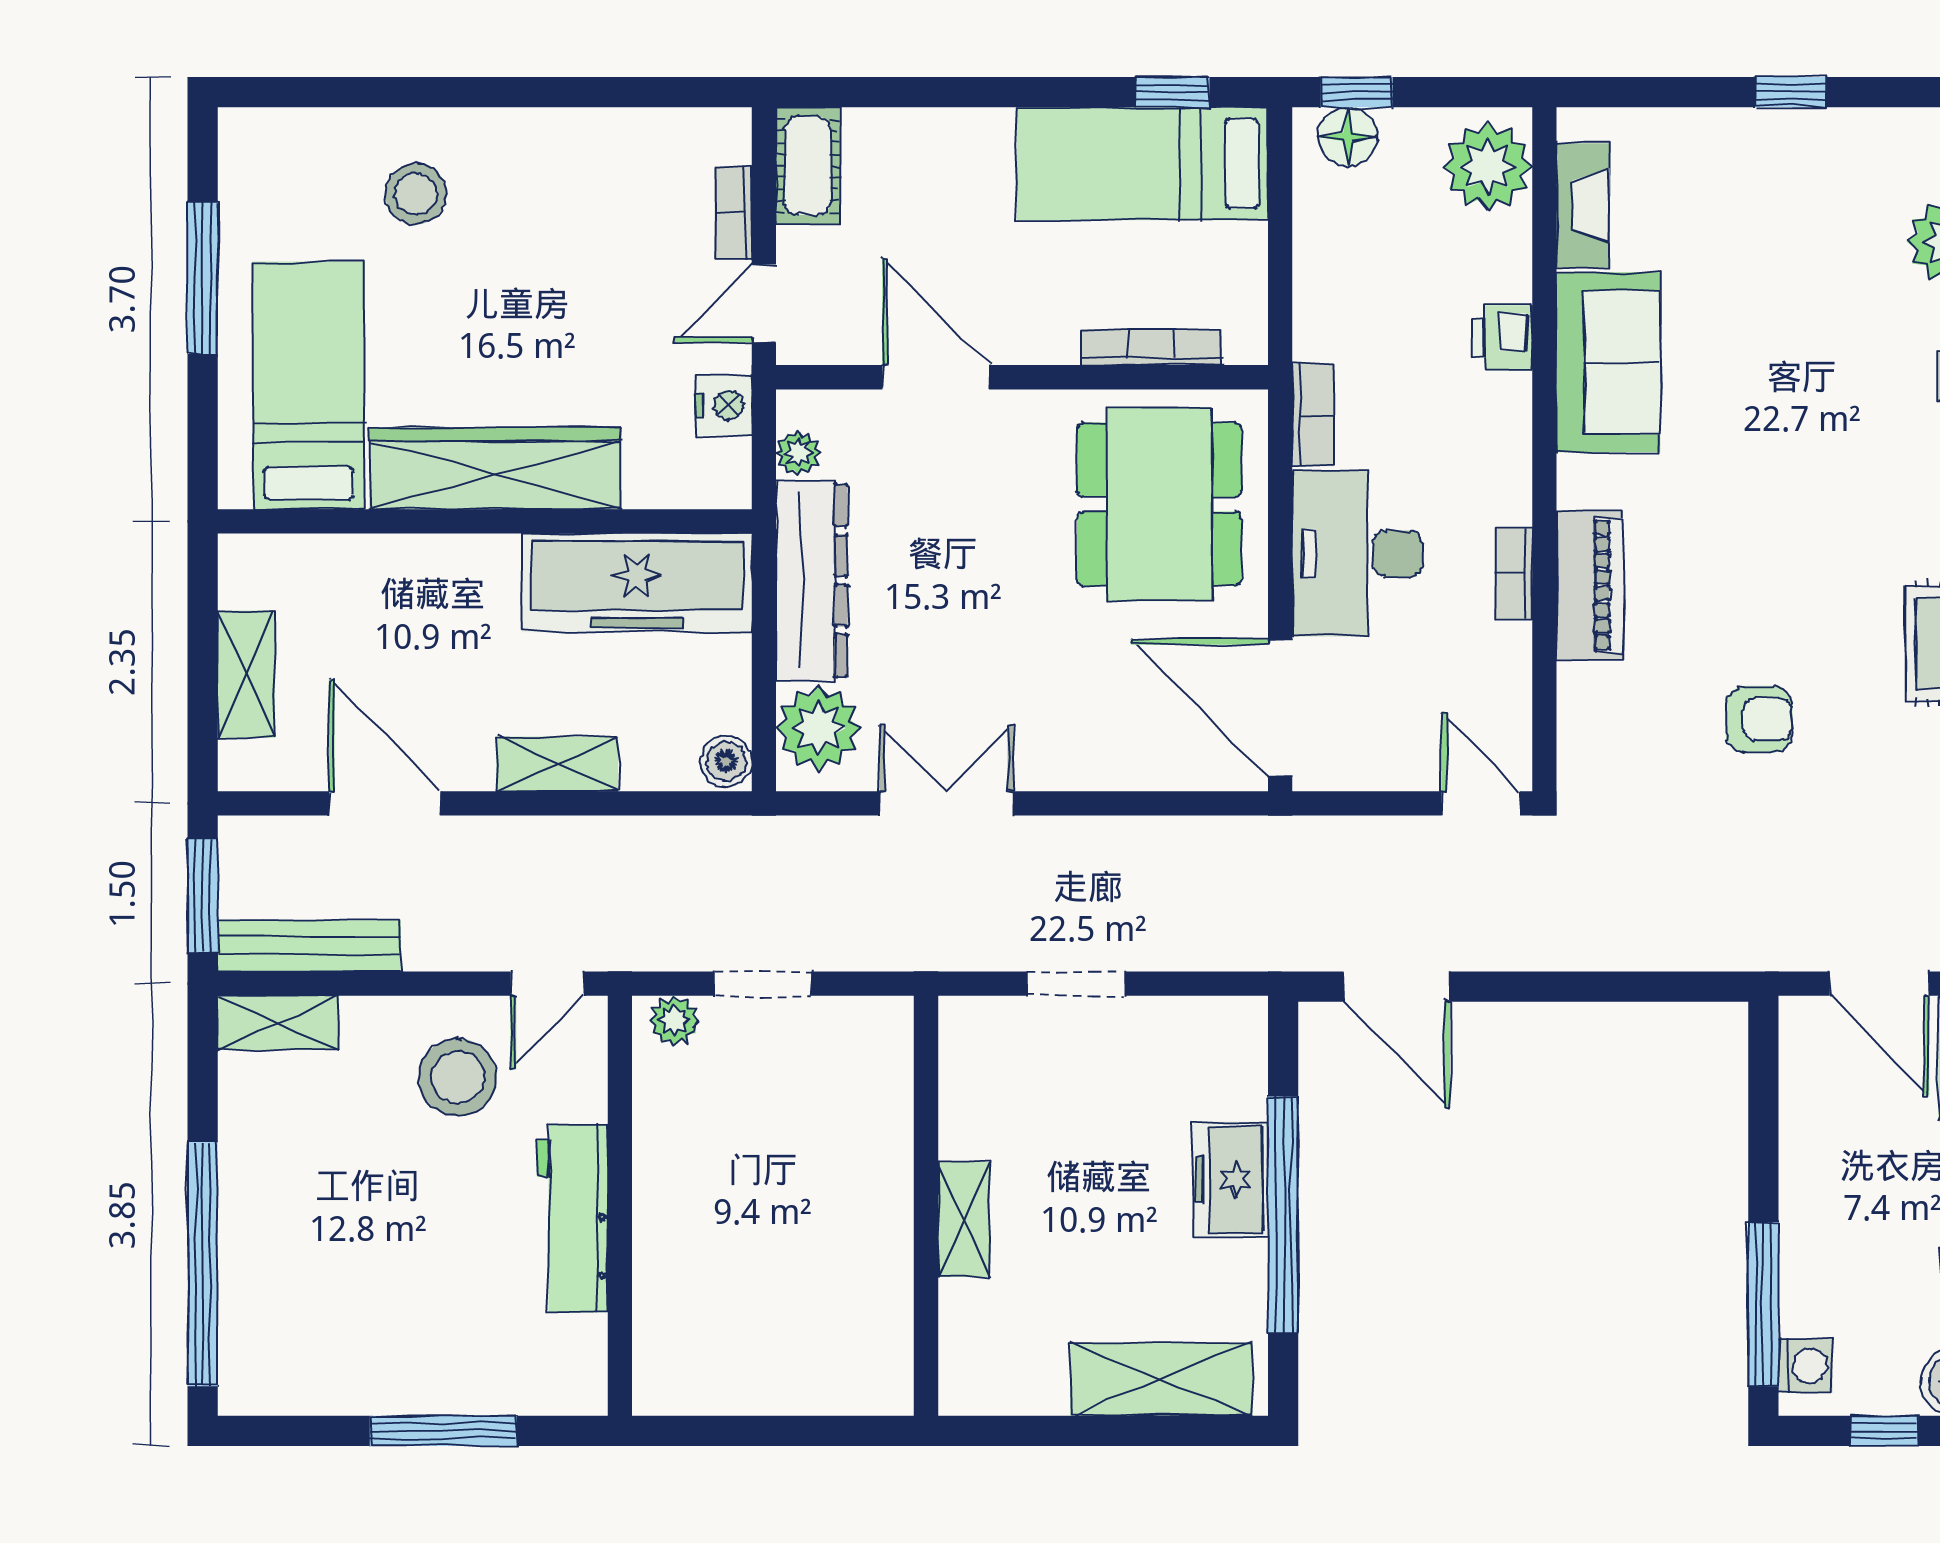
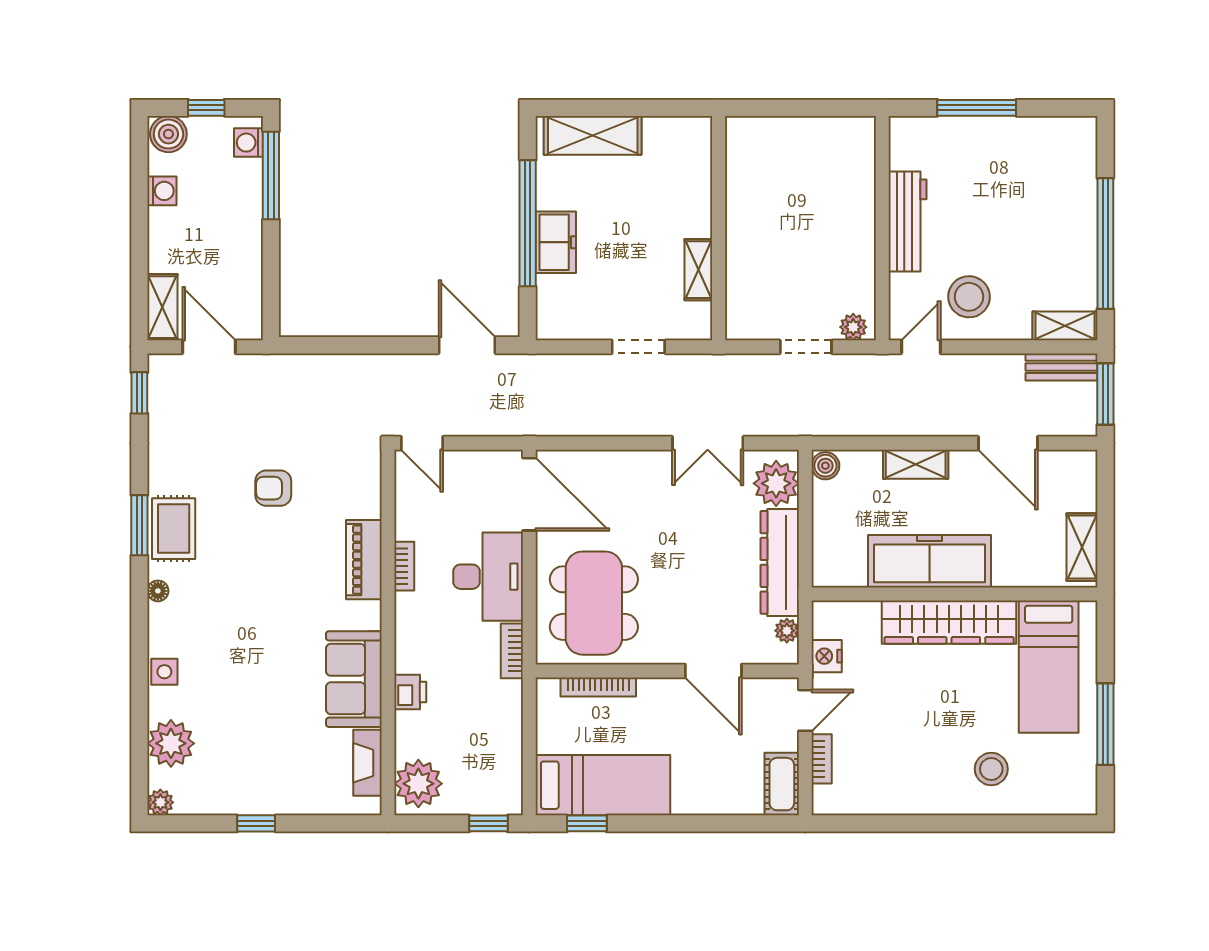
floor lamp: (1348, 137) -> (493, 799), removed
freezer: (637, 583) -> (929, 561), moved
shelving: (246, 674) -> (1082, 547), moved
bench: (309, 946) -> (1061, 367), width x0.73
shelving: (964, 1219) -> (698, 270), moved
window: (203, 1264) -> (1105, 243), moved

